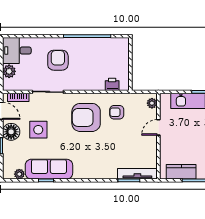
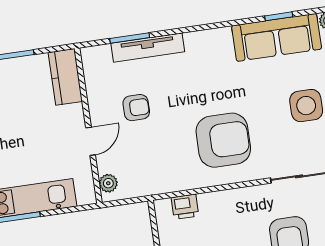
armchair: (117, 112) -> (136, 108), moved
kitchen counter: (181, 172) -> (65, 77), moved, turned 90
tv unit: (137, 174) -> (148, 48), moved

